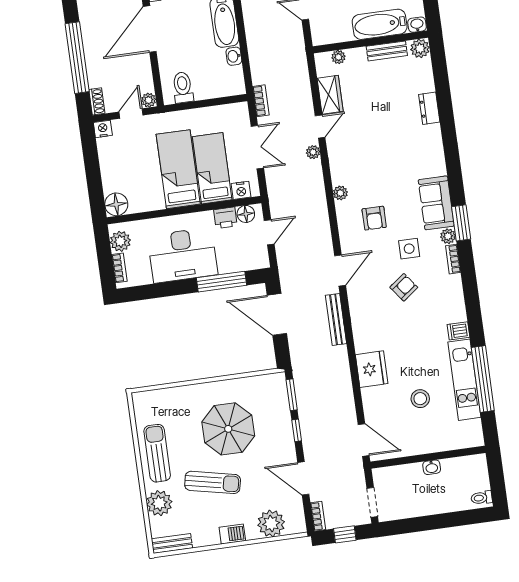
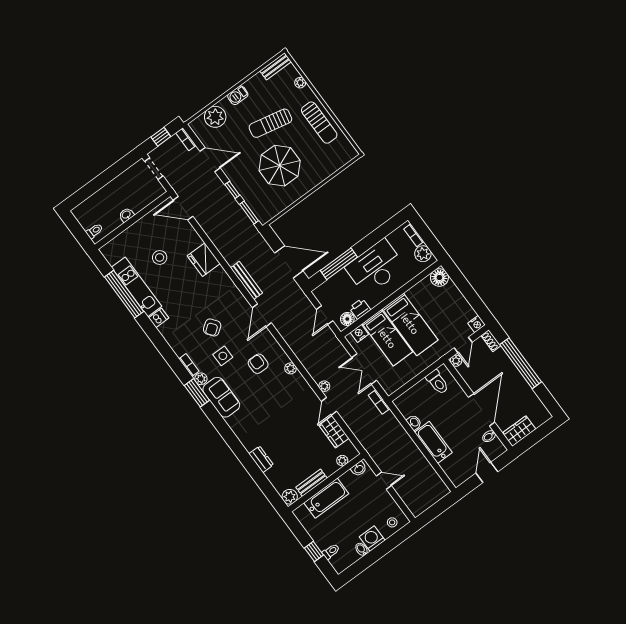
washbasin: (417, 25) -> (359, 469), moved
toilet: (482, 498) -> (94, 231), moved
plant: (159, 503) -> (300, 83), width x0.53, depth x0.53

